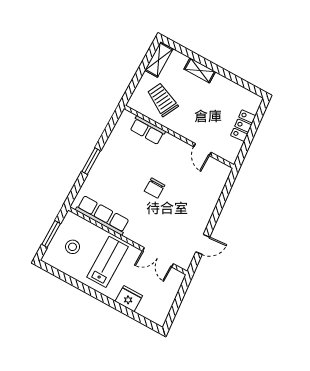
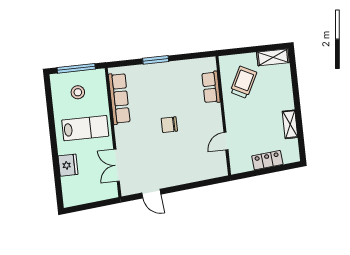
shelving: (200, 70) -> (290, 124), moved
window: (51, 234) -> (76, 68), width x1.44

